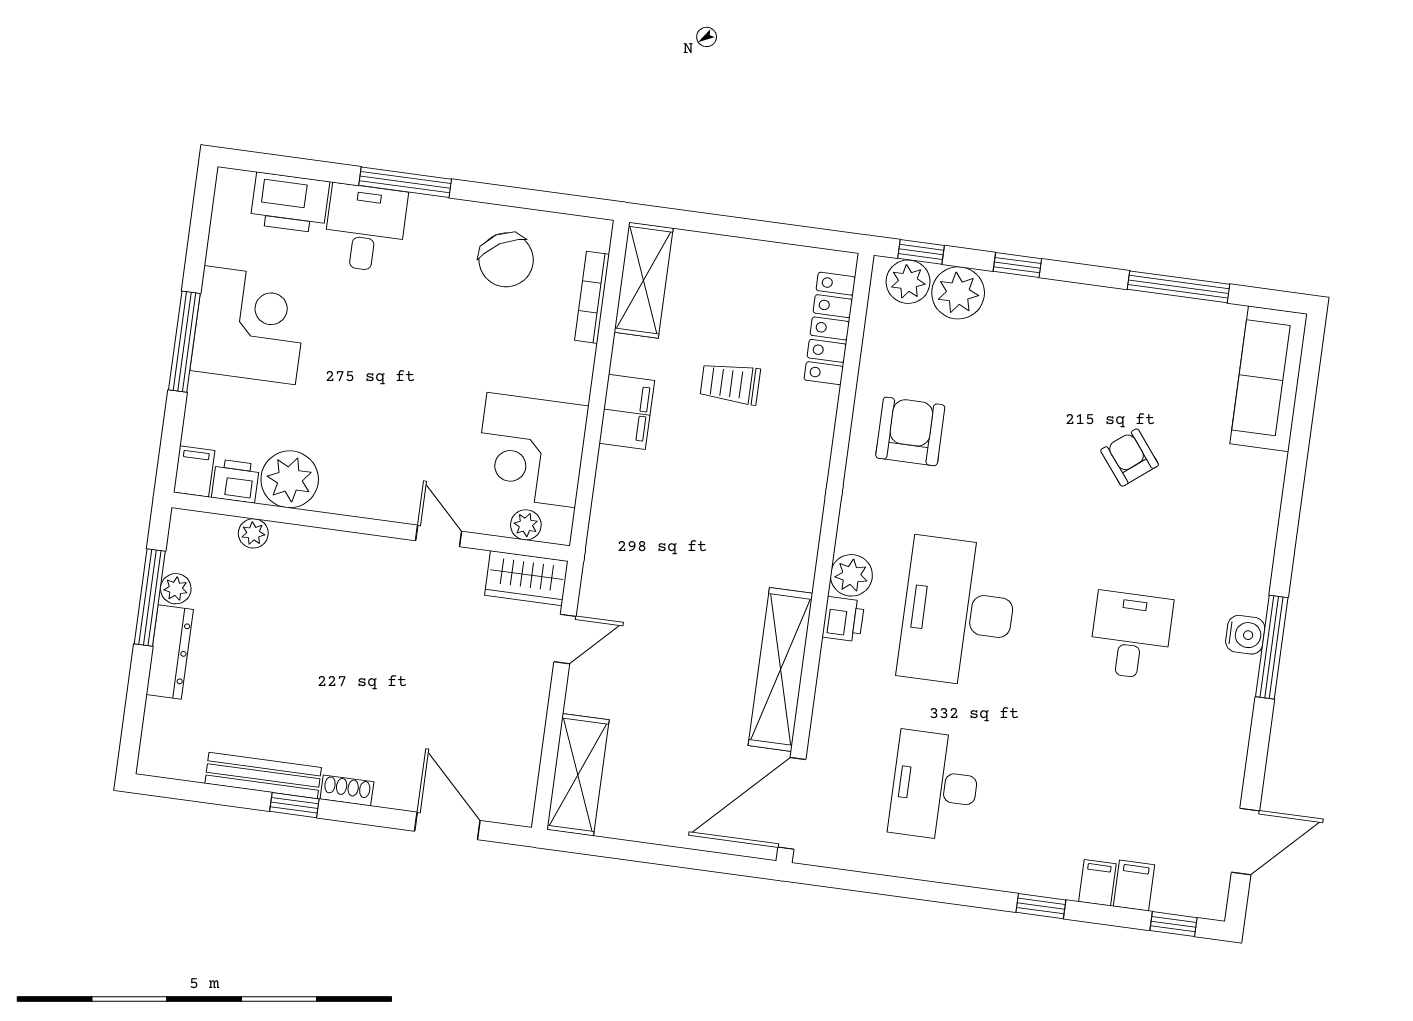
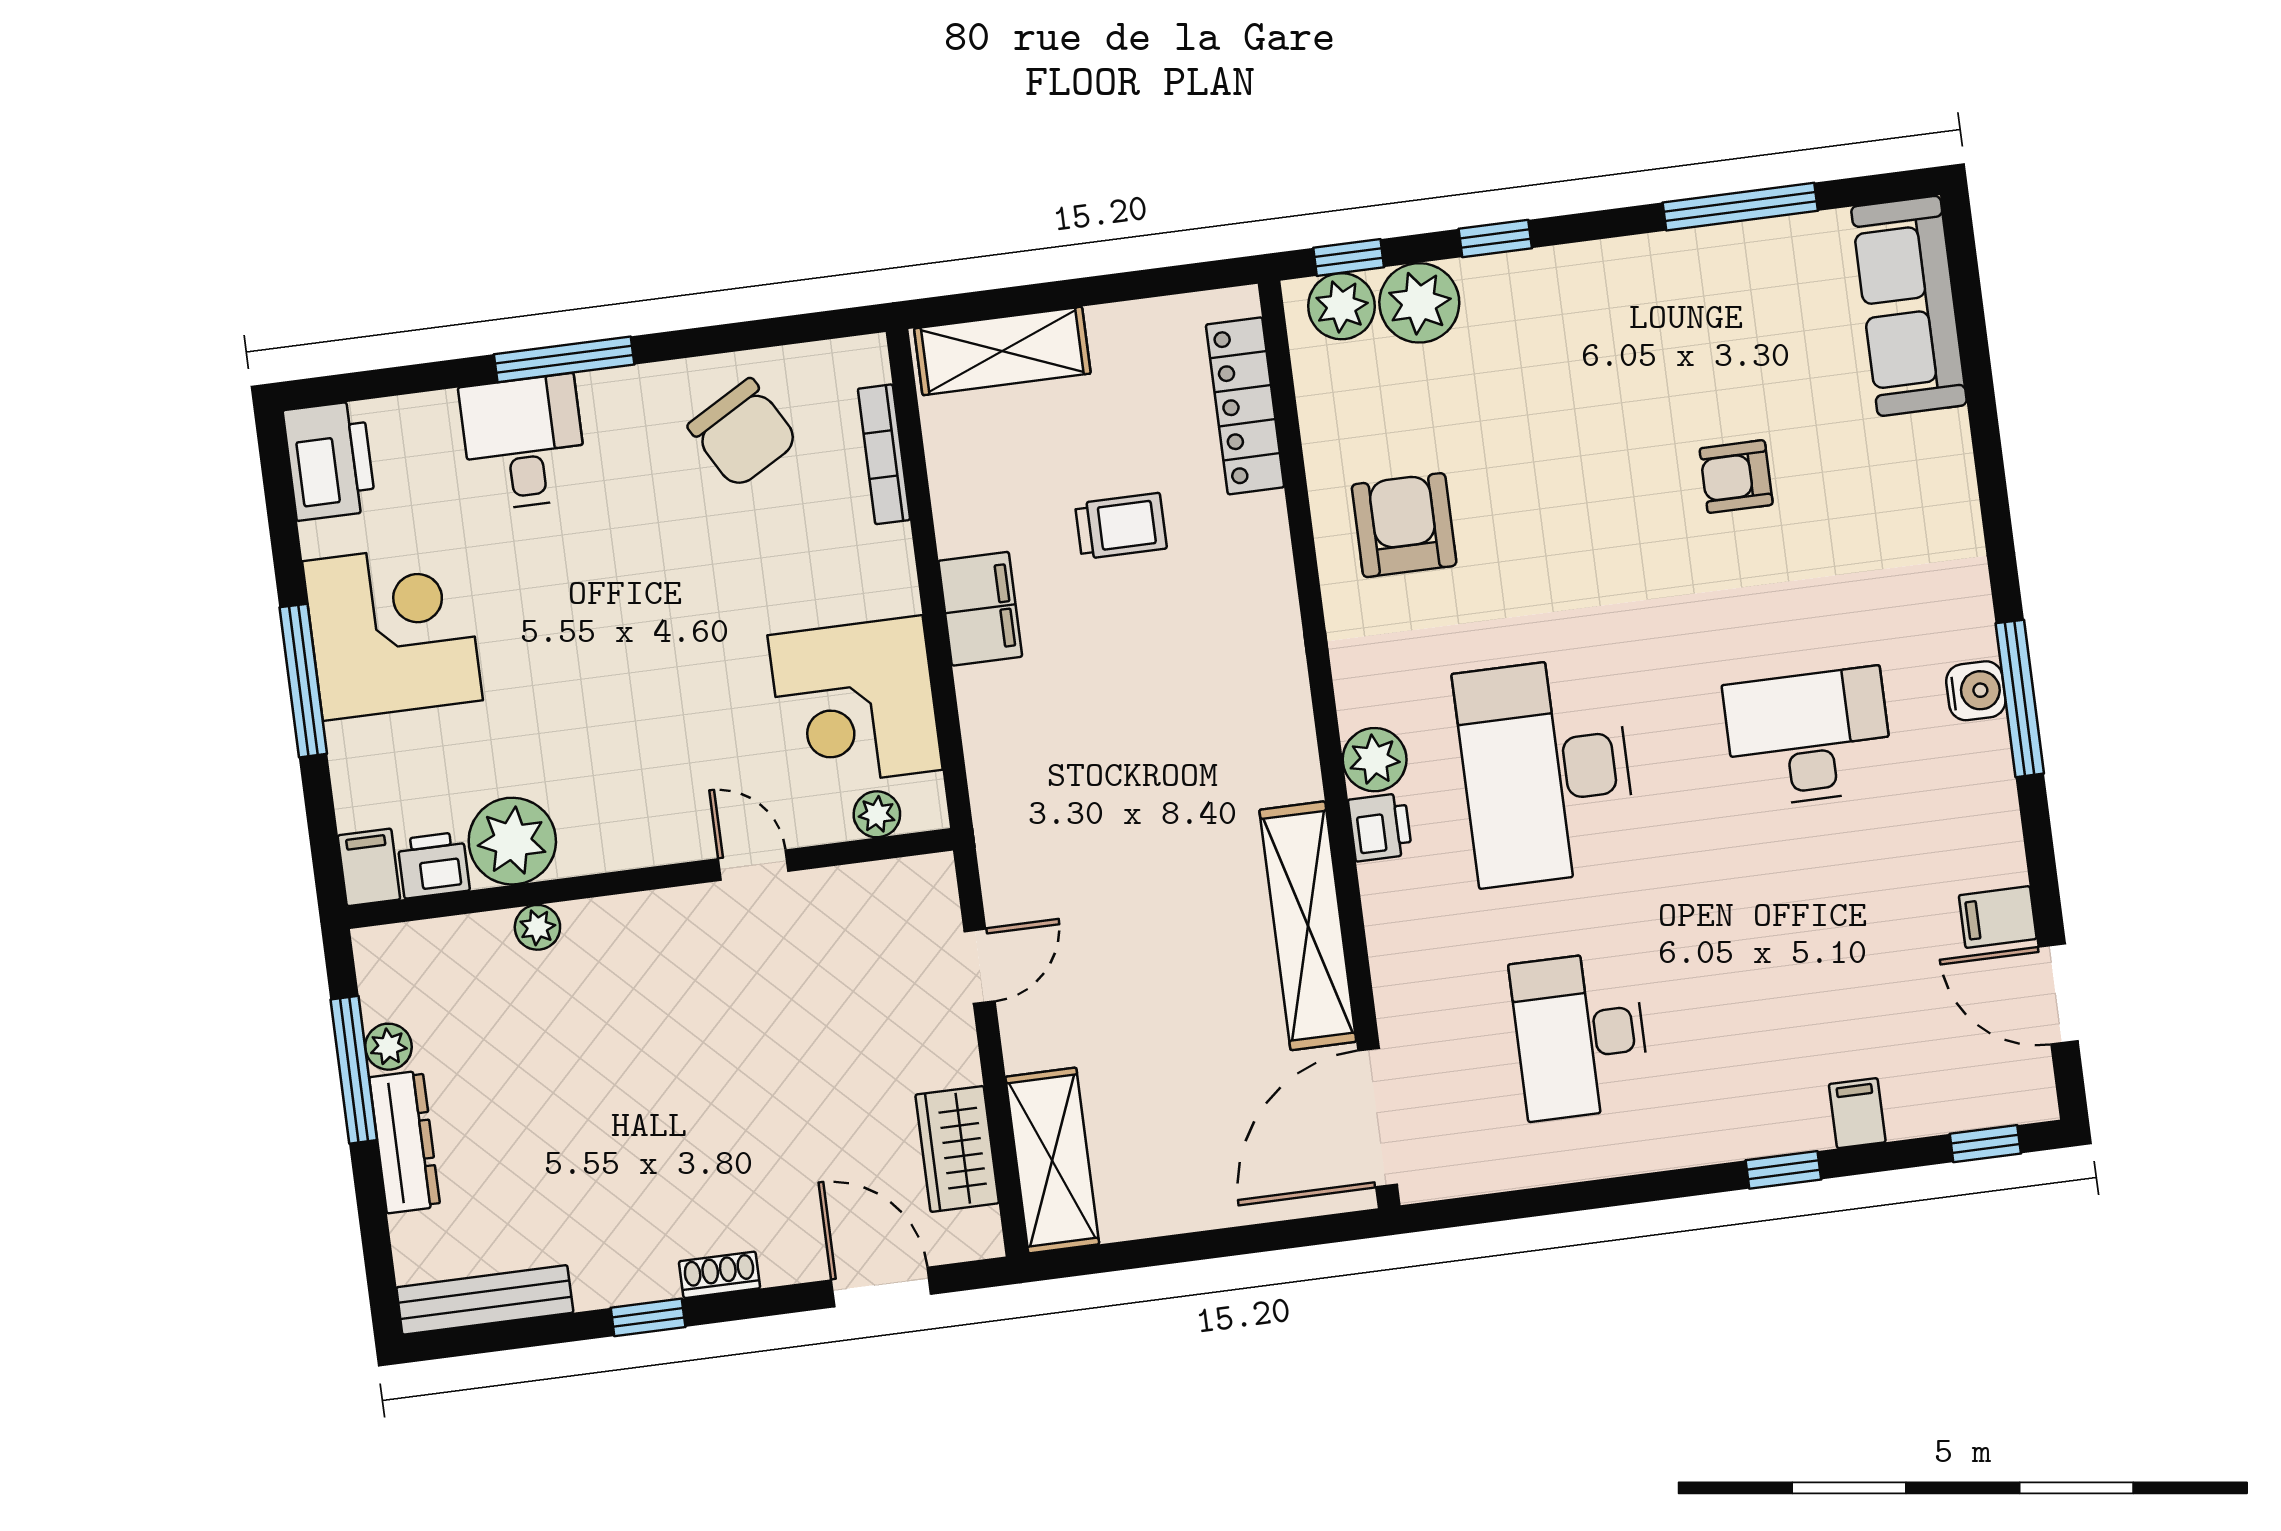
printer: (290, 203) -> (330, 461), moved, turned -90
shelving: (644, 280) -> (1002, 351), moved, turned 90
trolley: (730, 383) -> (1121, 526), turned 180
armchair: (1130, 458) -> (1736, 477), turned -52
plant: (253, 533) -> (537, 927), moved
wardrobe: (526, 578) -> (957, 1149), moved, turned 90
desk: (1131, 635) -> (1808, 737), width x1.37
bench: (263, 775) -> (485, 1300), moved
door: (1245, 841) -> (2058, 994), swing flipped
filing cabinet: (1134, 886) -> (1998, 917), moved, turned -90

